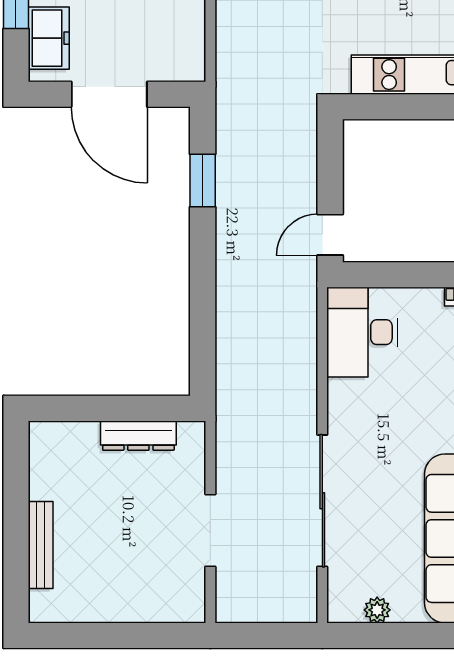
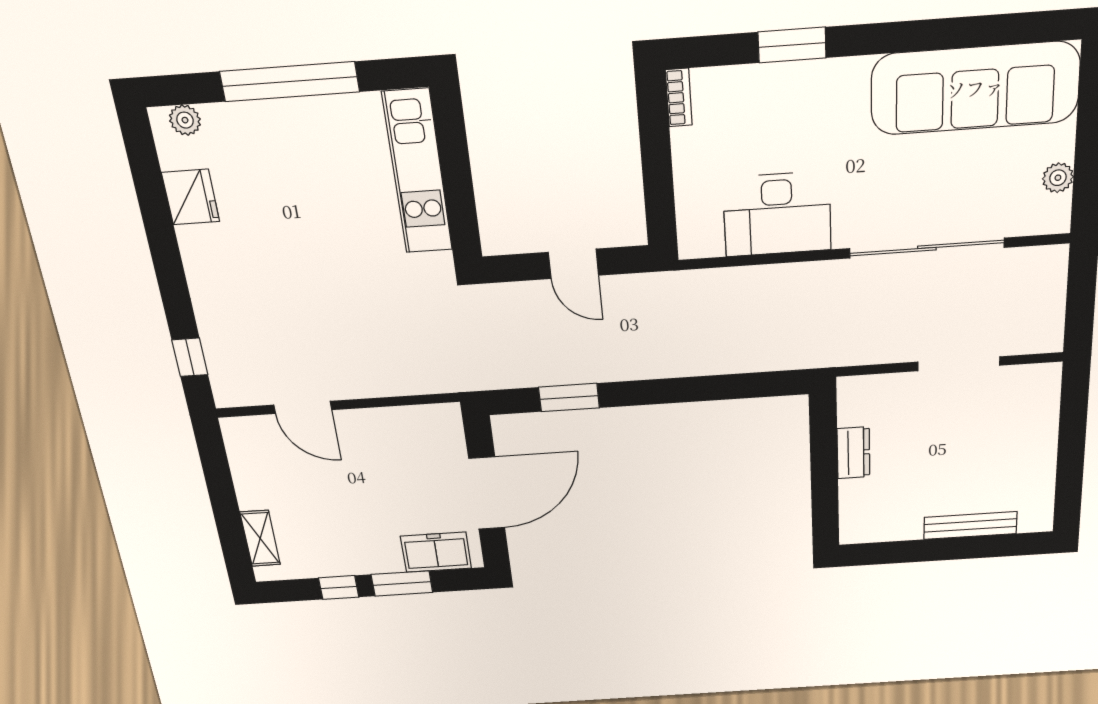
door: (330, 235) -> (574, 264), moved
desk: (362, 332) -> (777, 214), moved
dresser: (138, 436) -> (853, 453), width x0.70

